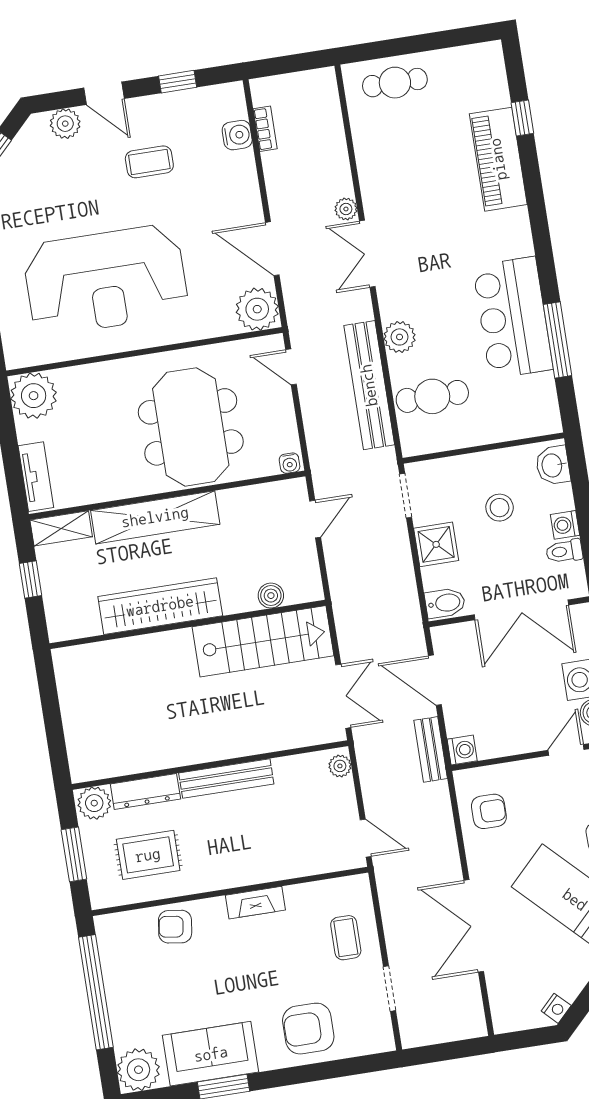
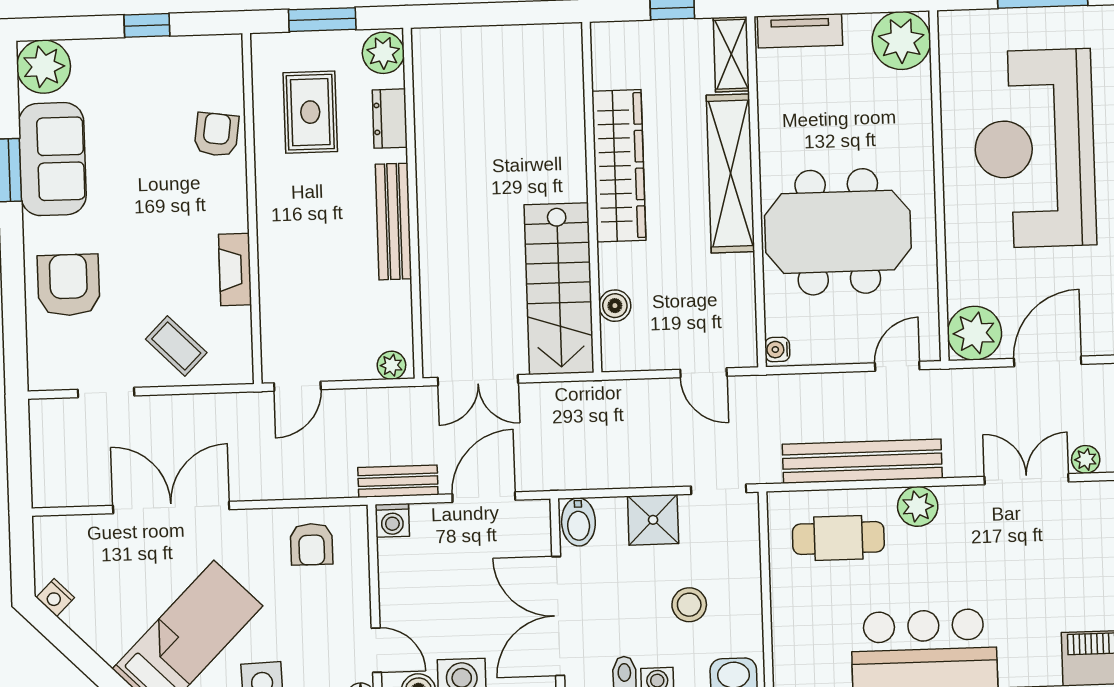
cafe table: (432, 396) -> (838, 538), turned 90
dresser: (145, 792) -> (390, 119), width x0.70
fireplace: (255, 903) -> (235, 270), moved
coffee table: (346, 938) -> (176, 346), turned 45
window: (96, 992) -> (147, 25), width x0.32

